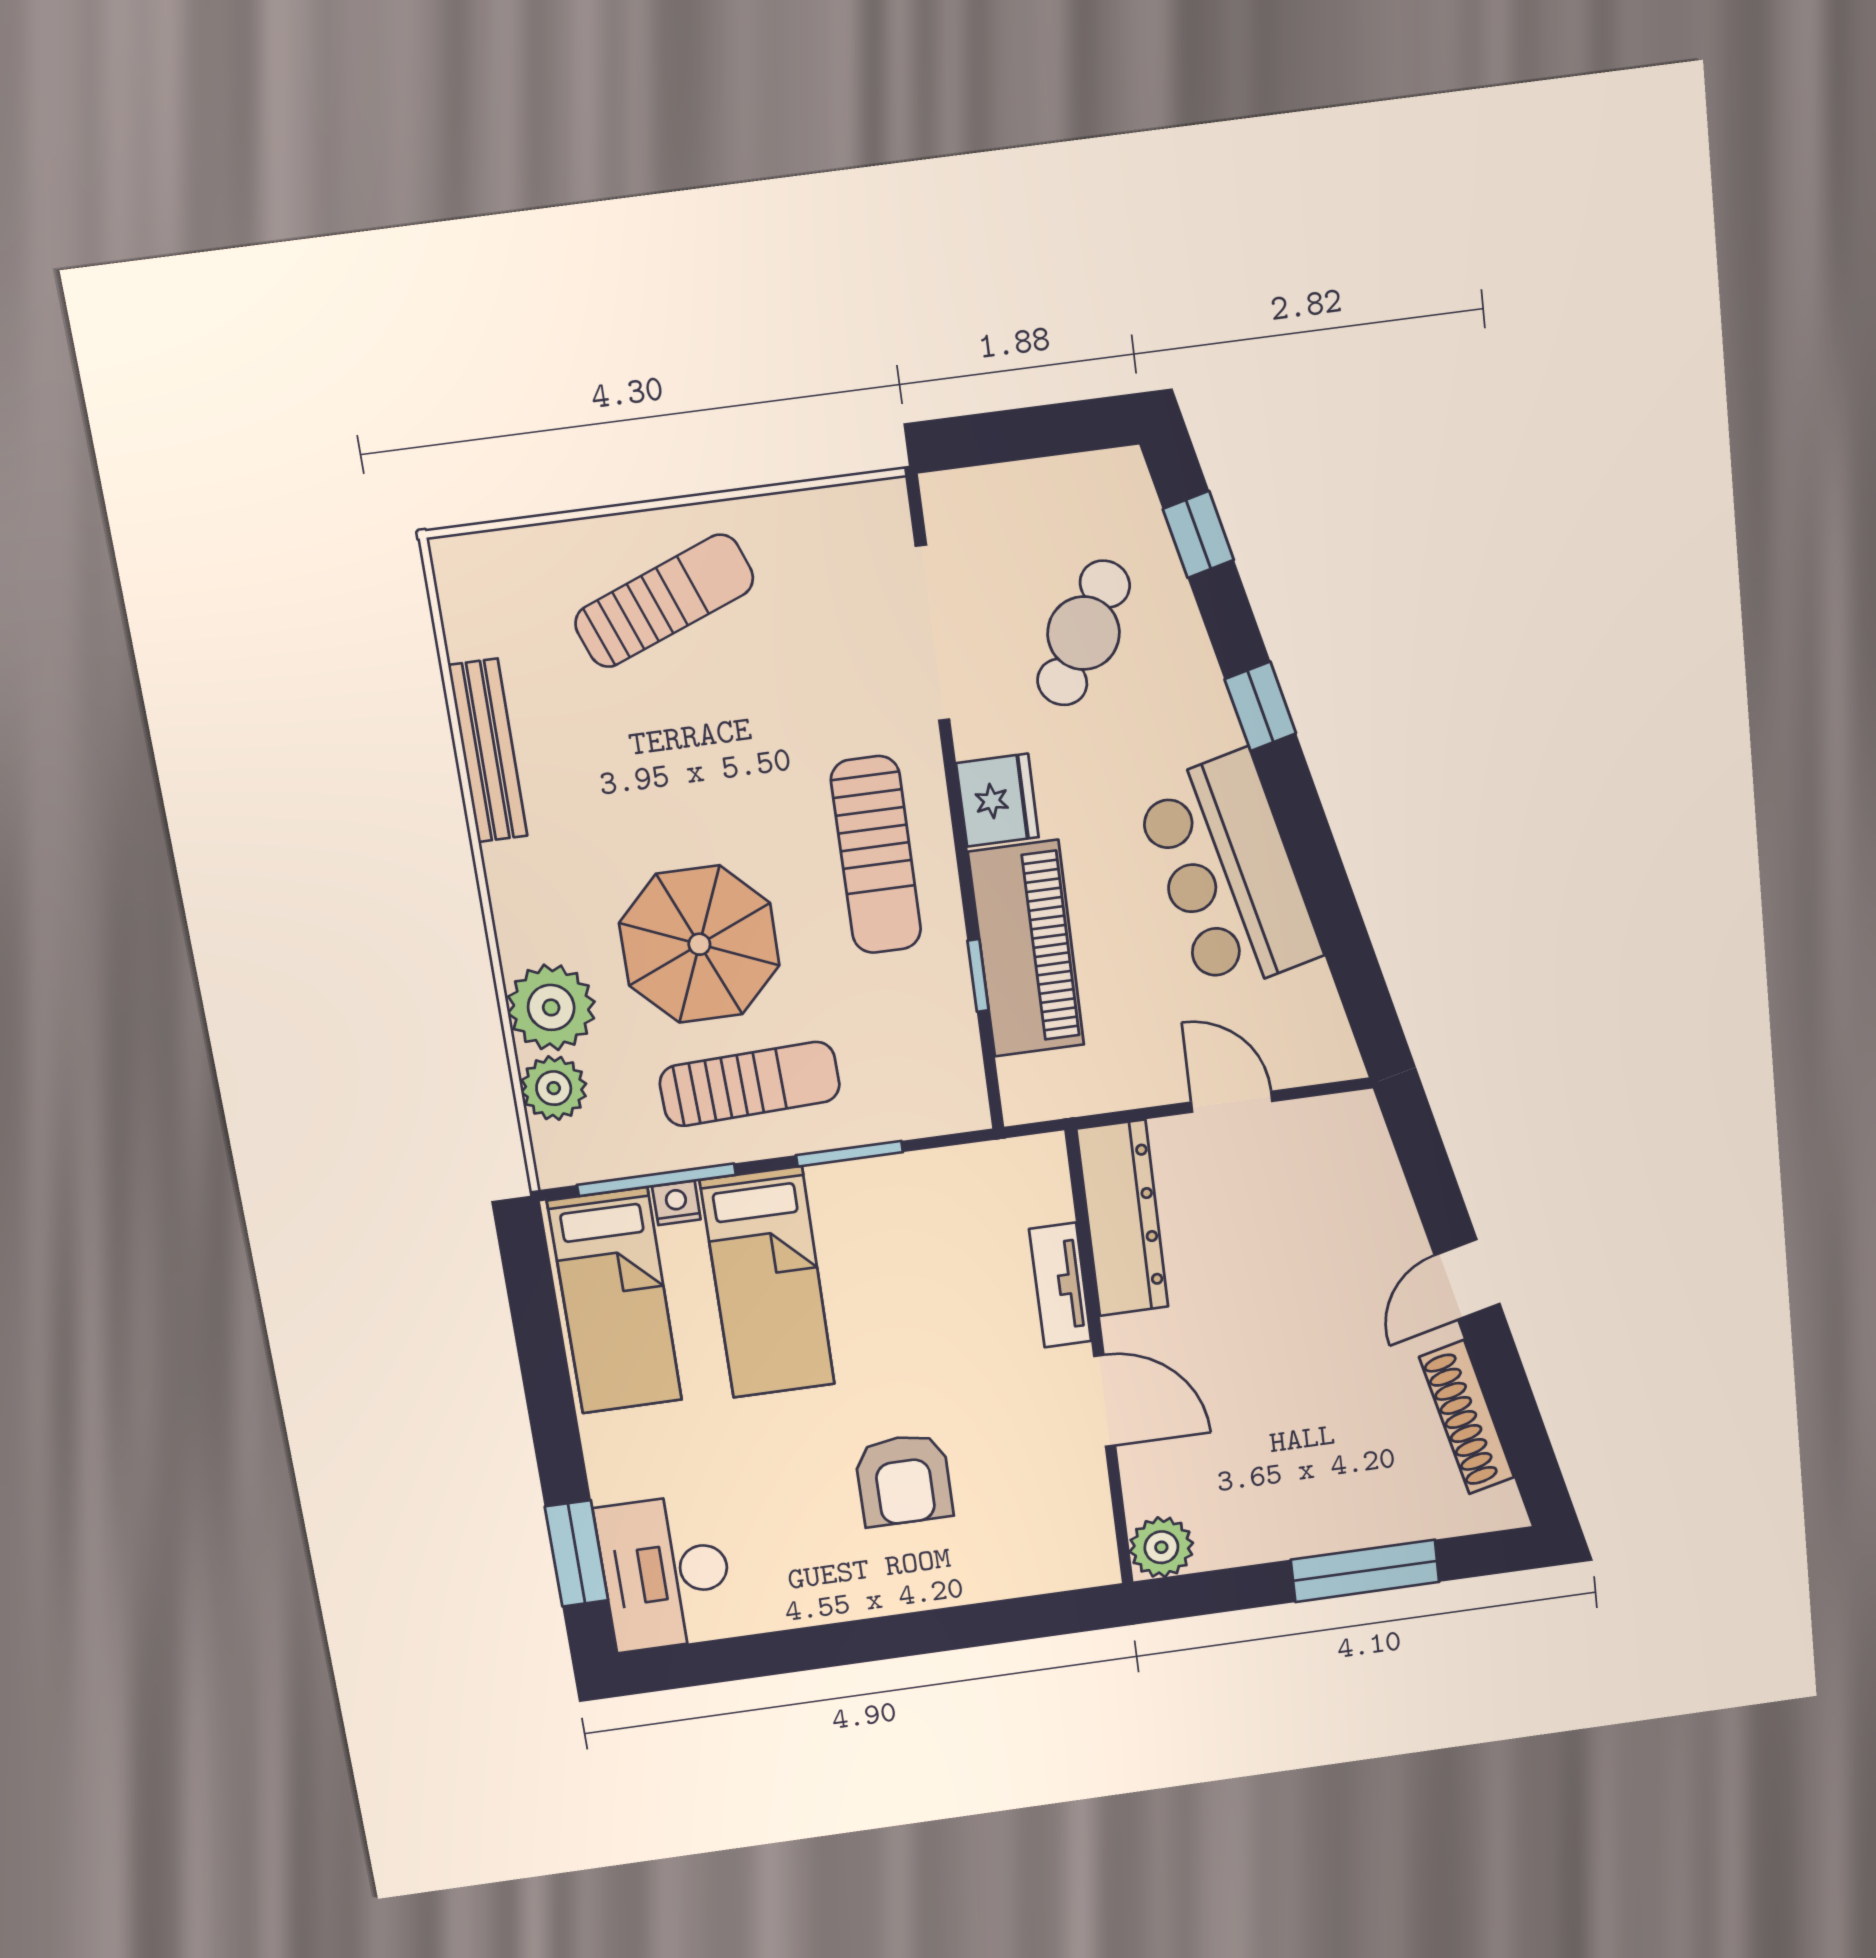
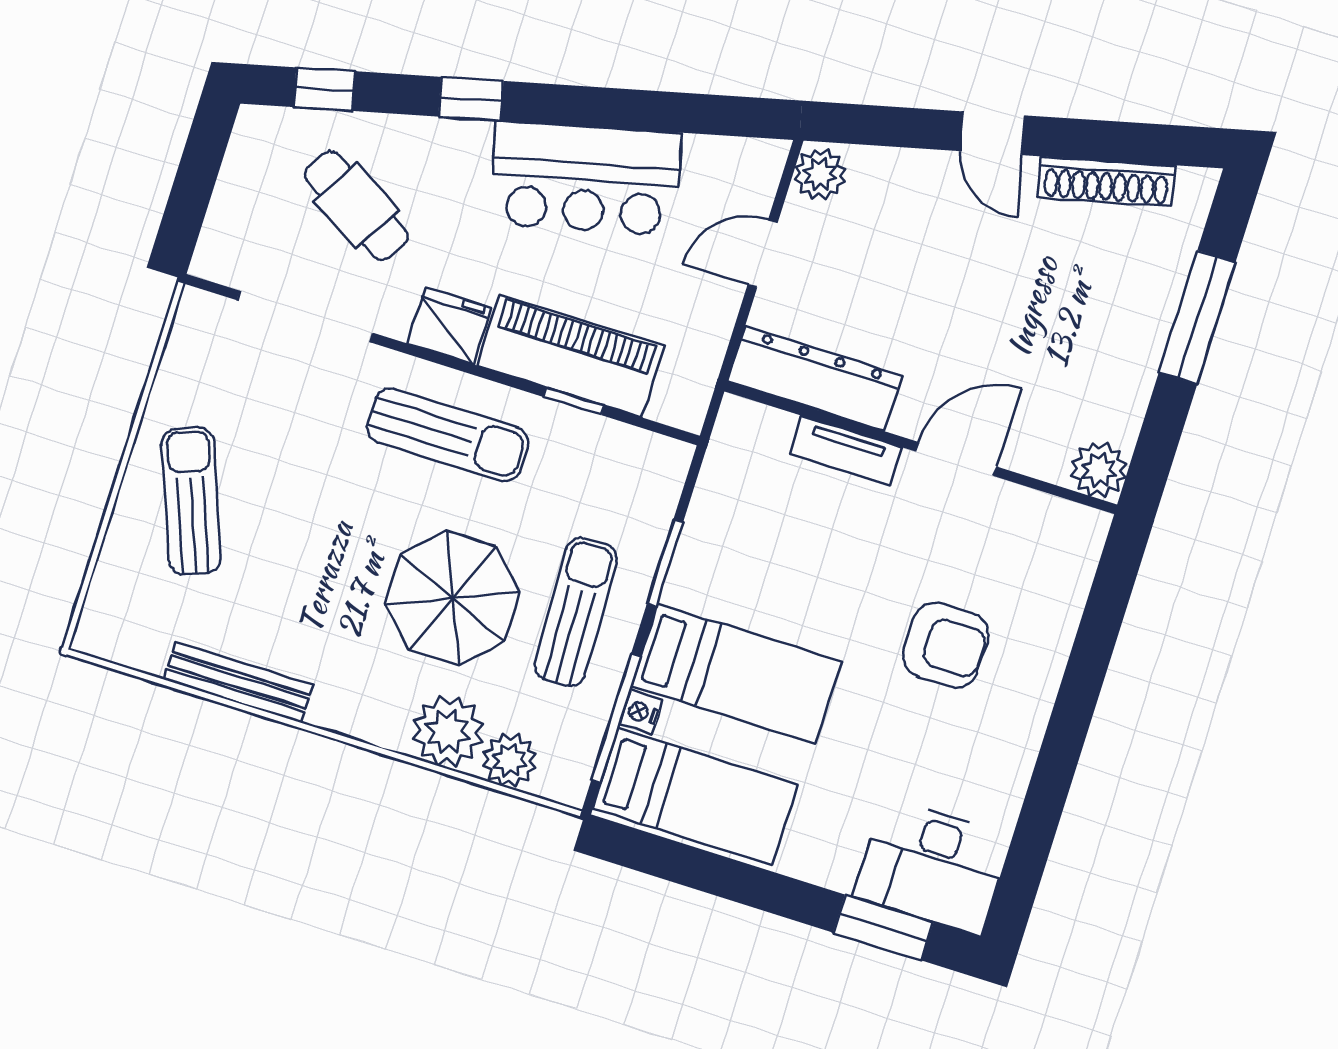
plant: (1344, 1123) -> (820, 174), added

